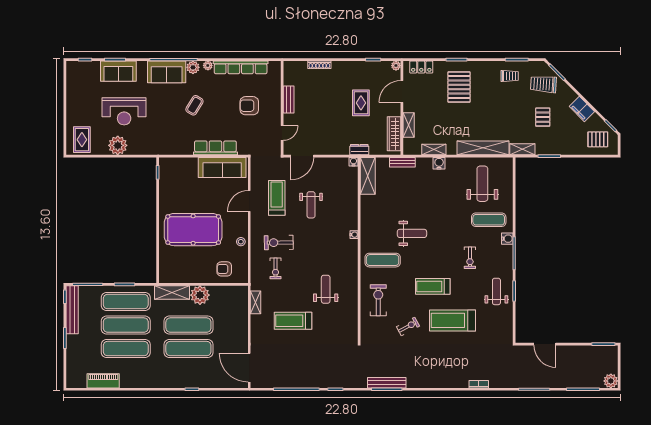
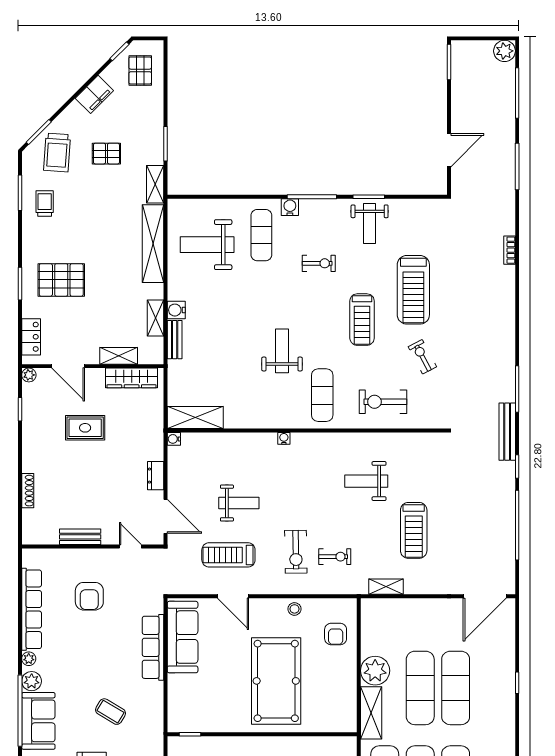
coffee table: (194, 105) -> (111, 712), moved
dresser: (359, 150) -> (156, 476), moved
bench: (402, 162) -> (175, 340), moved
weight bench: (496, 291) -> (370, 223), turned -90
bench: (387, 383) -> (507, 432), moved

